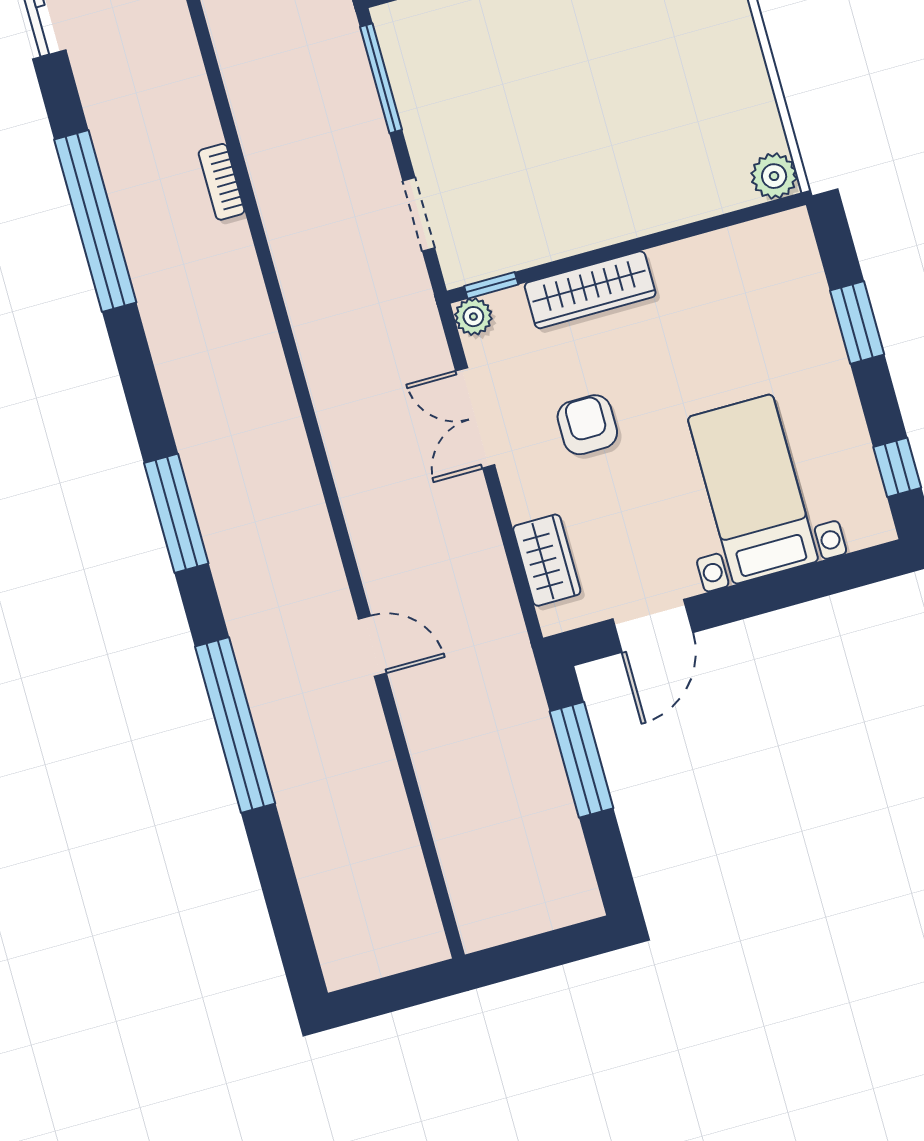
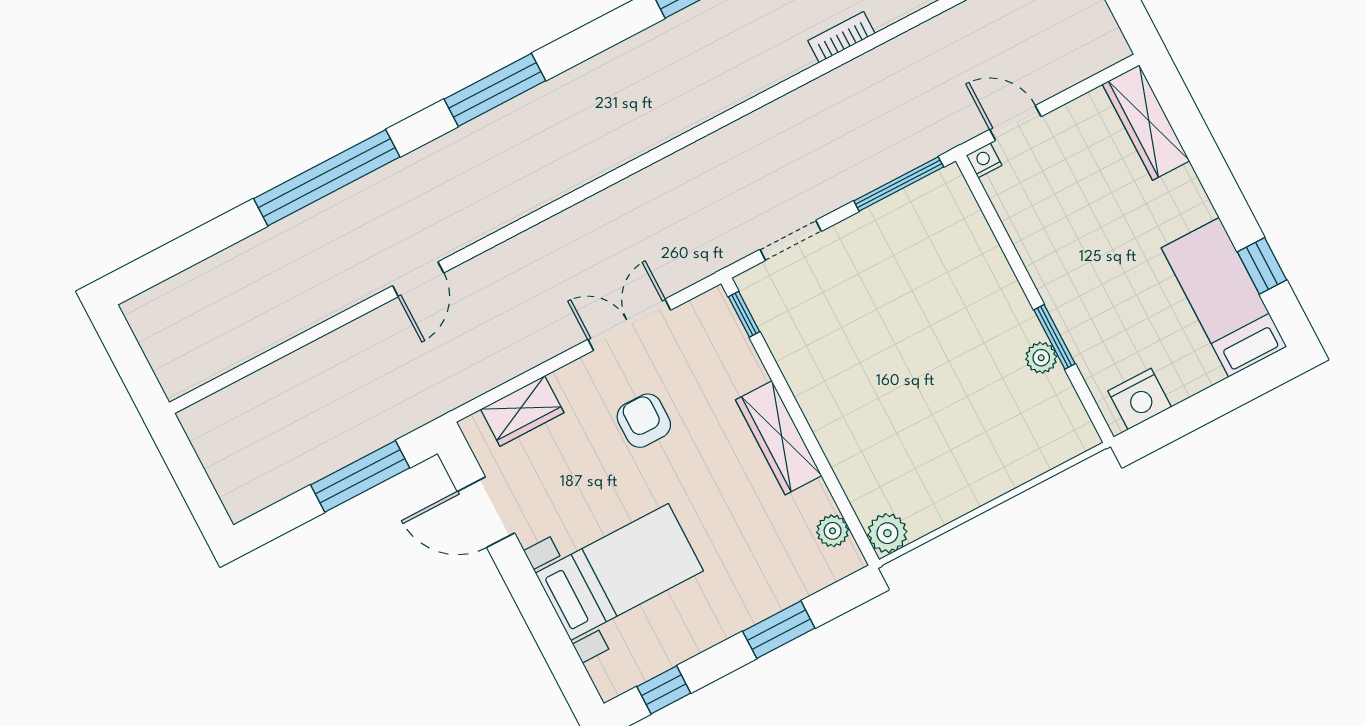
bookcase: (221, 182) -> (841, 37), moved
wardrobe: (590, 290) -> (779, 438), moved
plant: (473, 317) -> (833, 531), moved
armchair: (587, 425) -> (644, 421), turned -90

